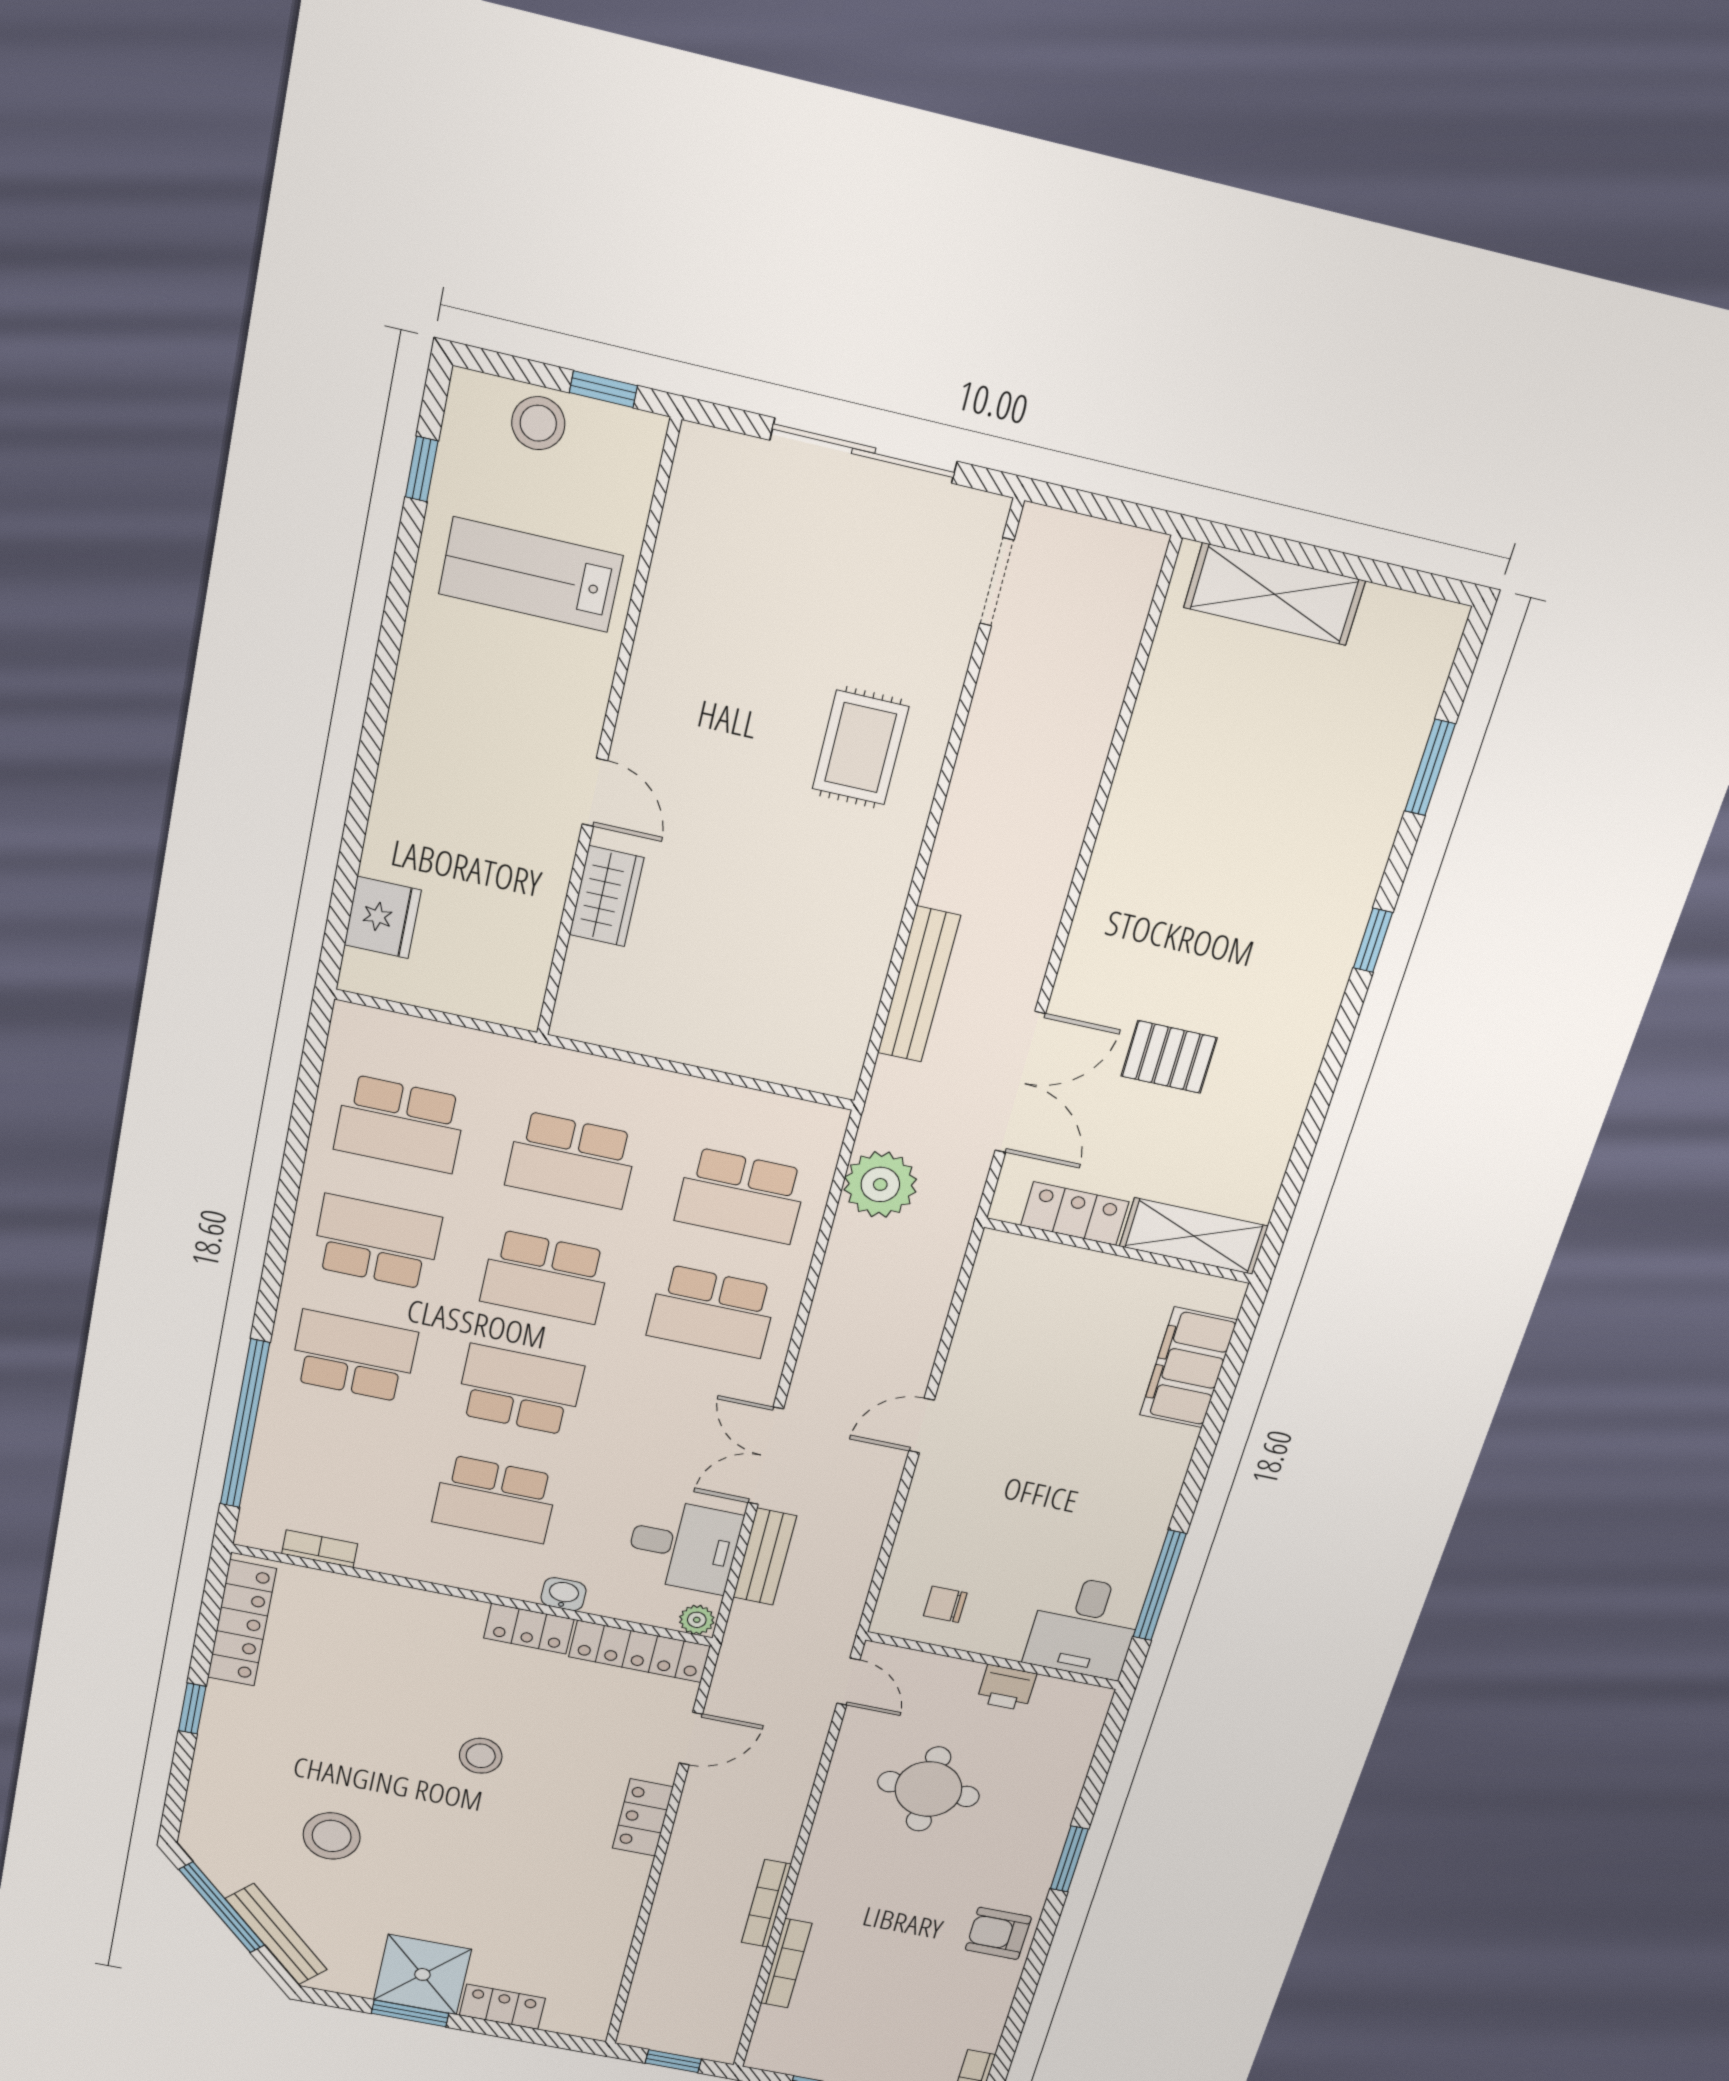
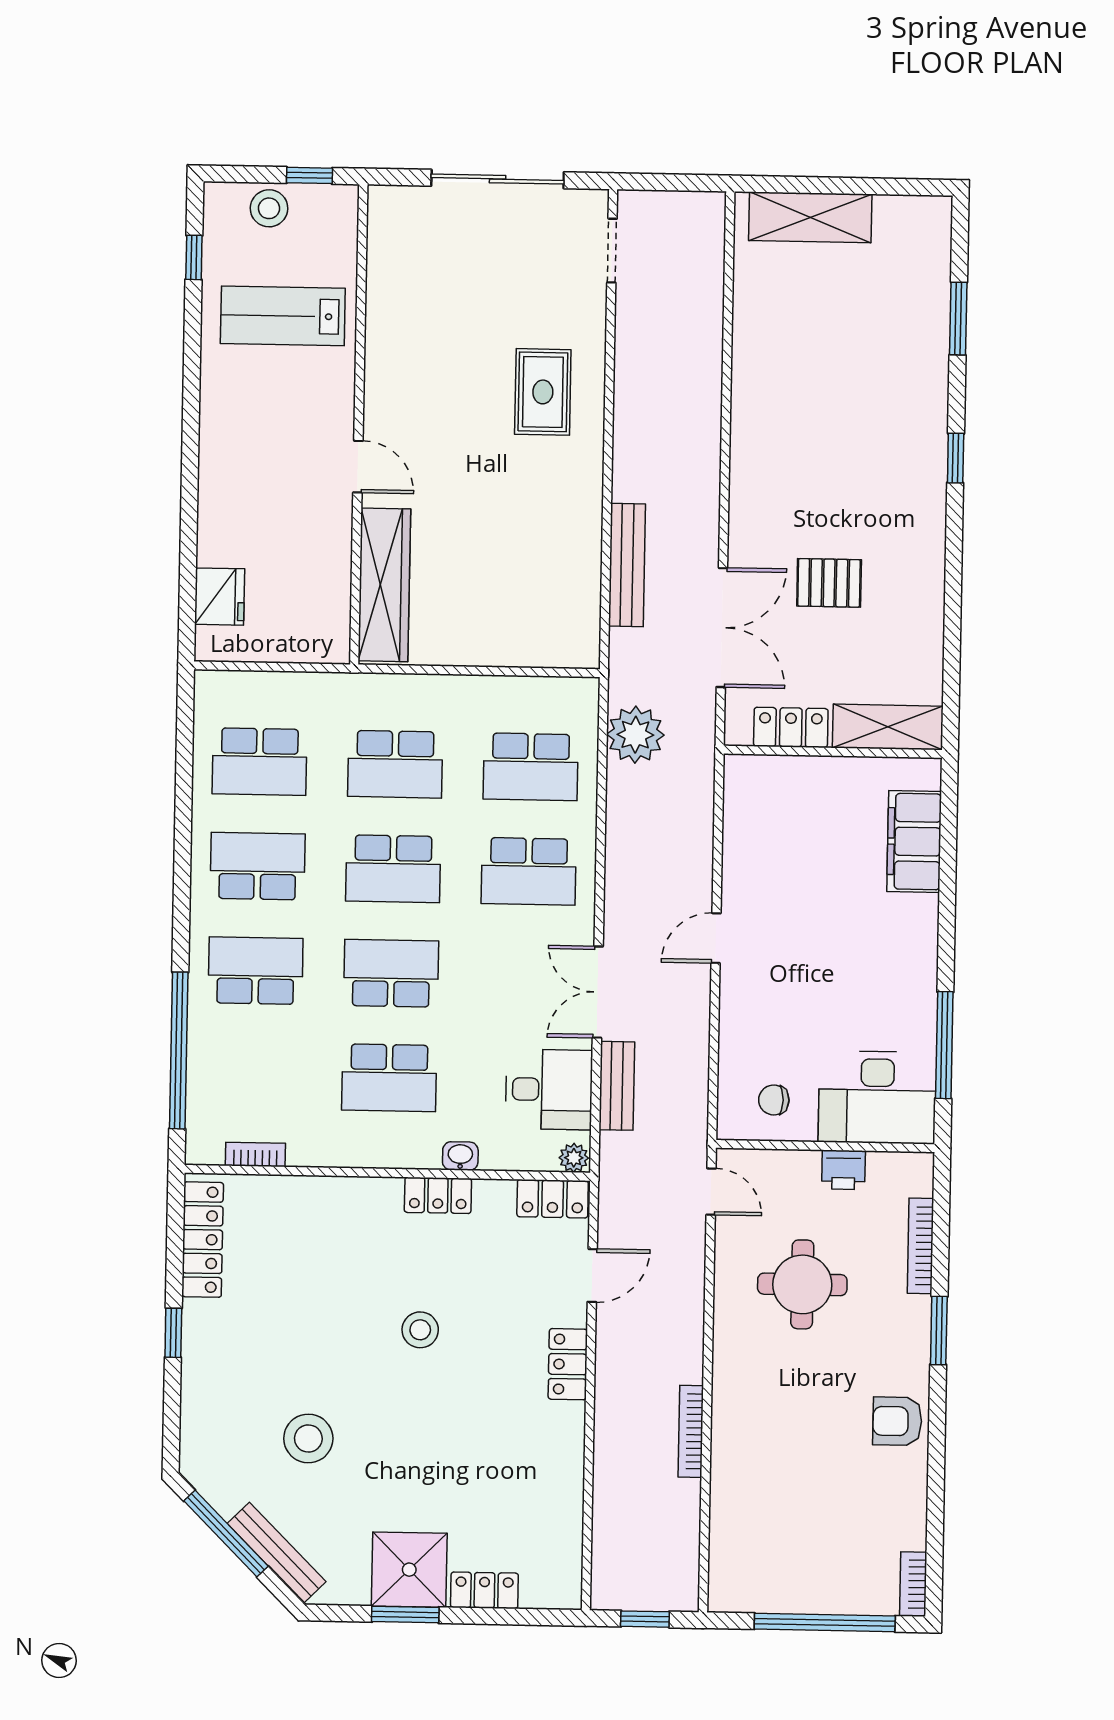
wardrobe: (607, 896) -> (384, 585), width x2.10, depth x1.17
desk: (1084, 1627) -> (877, 1097), width x1.37
locker: (640, 1651) -> (553, 1199), width x0.66
bookcase: (786, 1963) -> (920, 1246), moved, turned 180

